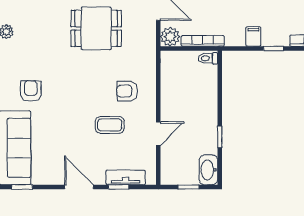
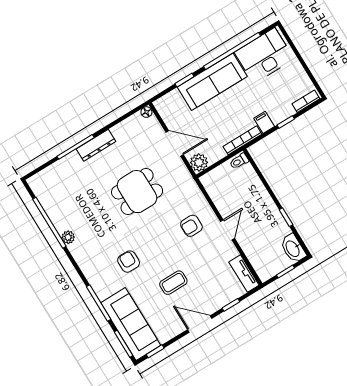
bookcase: (203, 41) -> (242, 140), moved
armchair: (31, 91) -> (129, 262), moved
coffee table: (110, 125) -> (173, 283), moved
door: (158, 134) -> (228, 230), moved
tv unit: (126, 177) -> (244, 274), moved, turned -90

